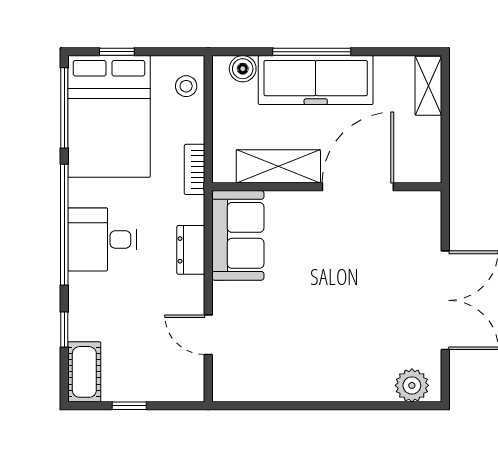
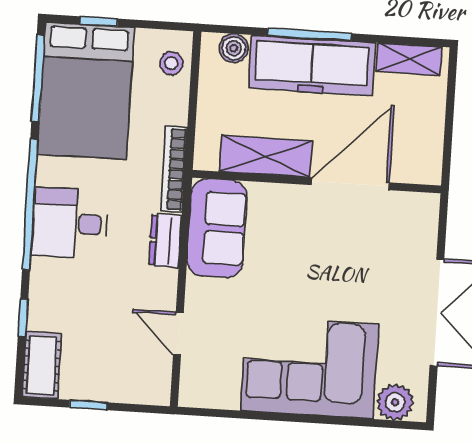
shelving: (428, 86) -> (409, 59), moved, turned 90
bookcase: (195, 169) -> (174, 169), width x1.56
corner sofa: (331, 358) -> (310, 367), added

